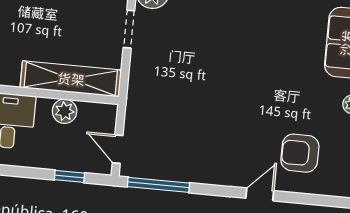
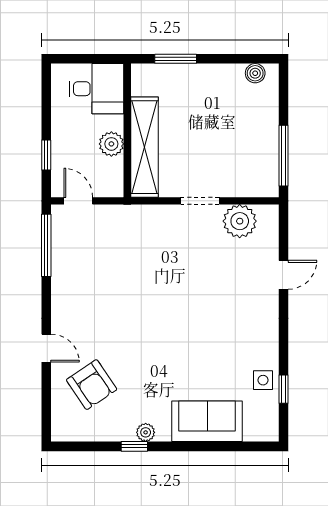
door: (118, 149) -> (78, 201), hinge flipped
armchair: (300, 153) -> (92, 385), turned 146

